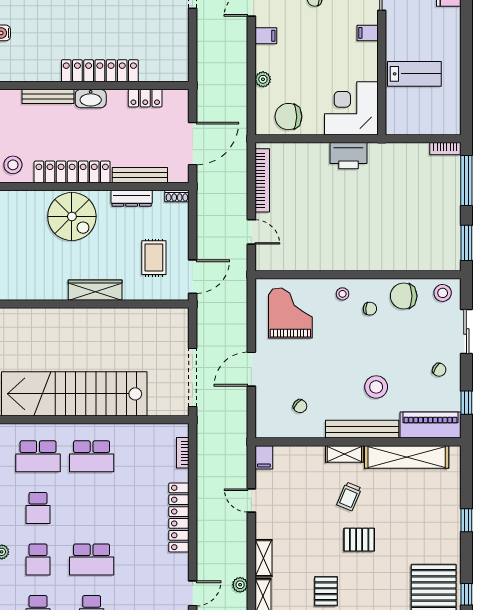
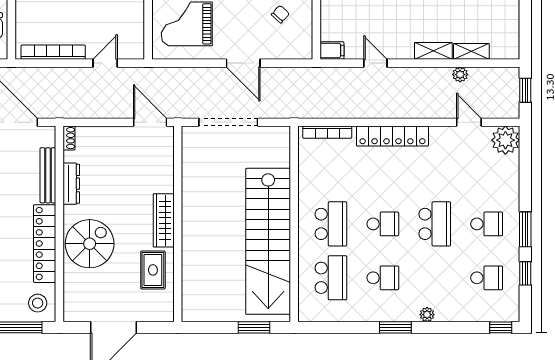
rug: (154, 258) -> (153, 270), moved, turned 90
doorway: (193, 378) -> (228, 122), moved
bookcase: (183, 453) -> (327, 132), width x1.56
door: (251, 501) -> (375, 63), swing flipped
school desk: (38, 559) -> (383, 224), moved

